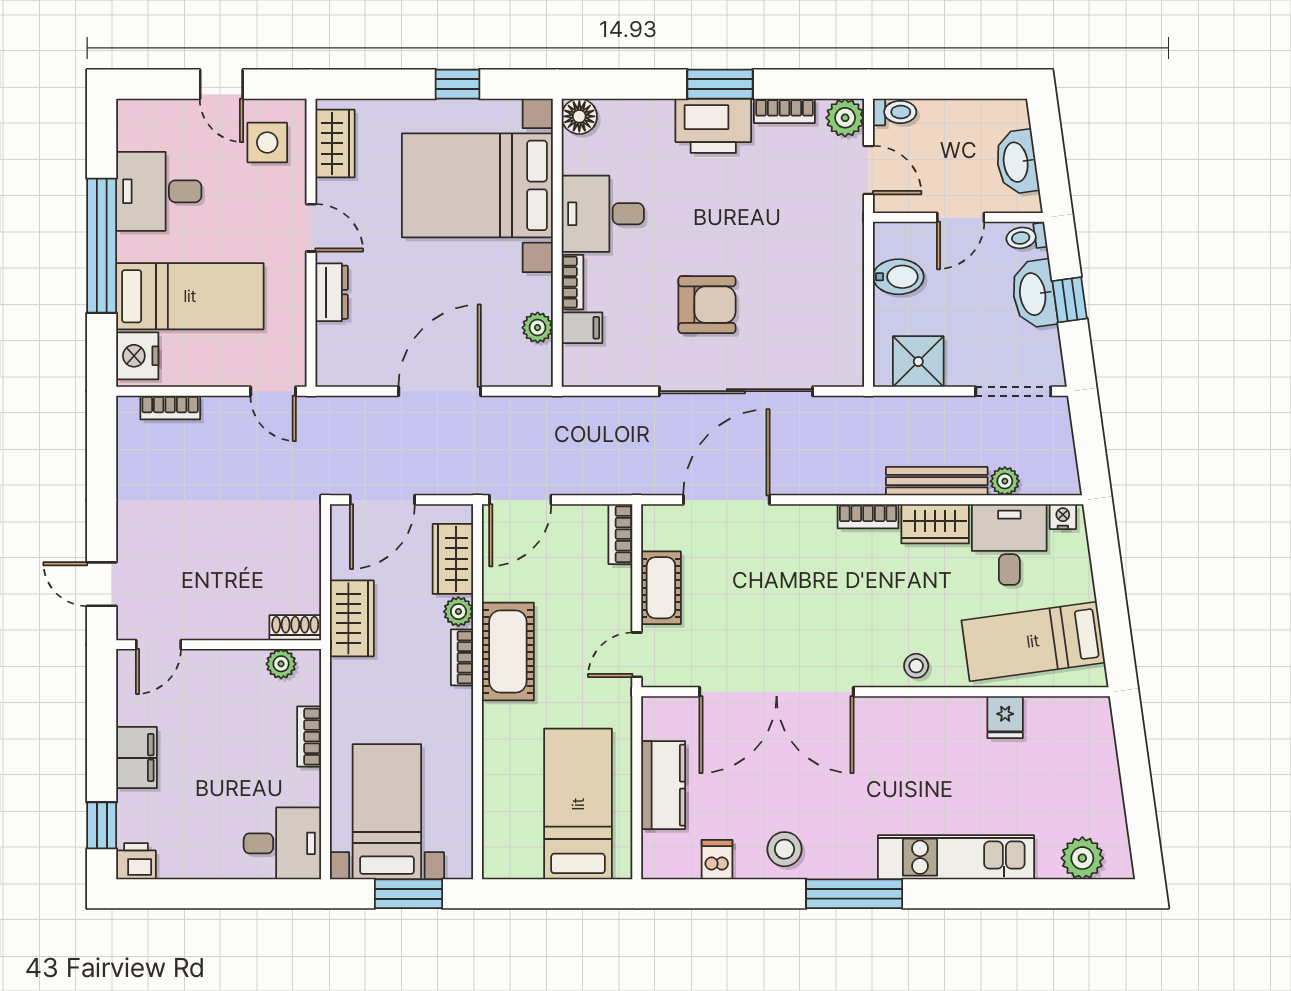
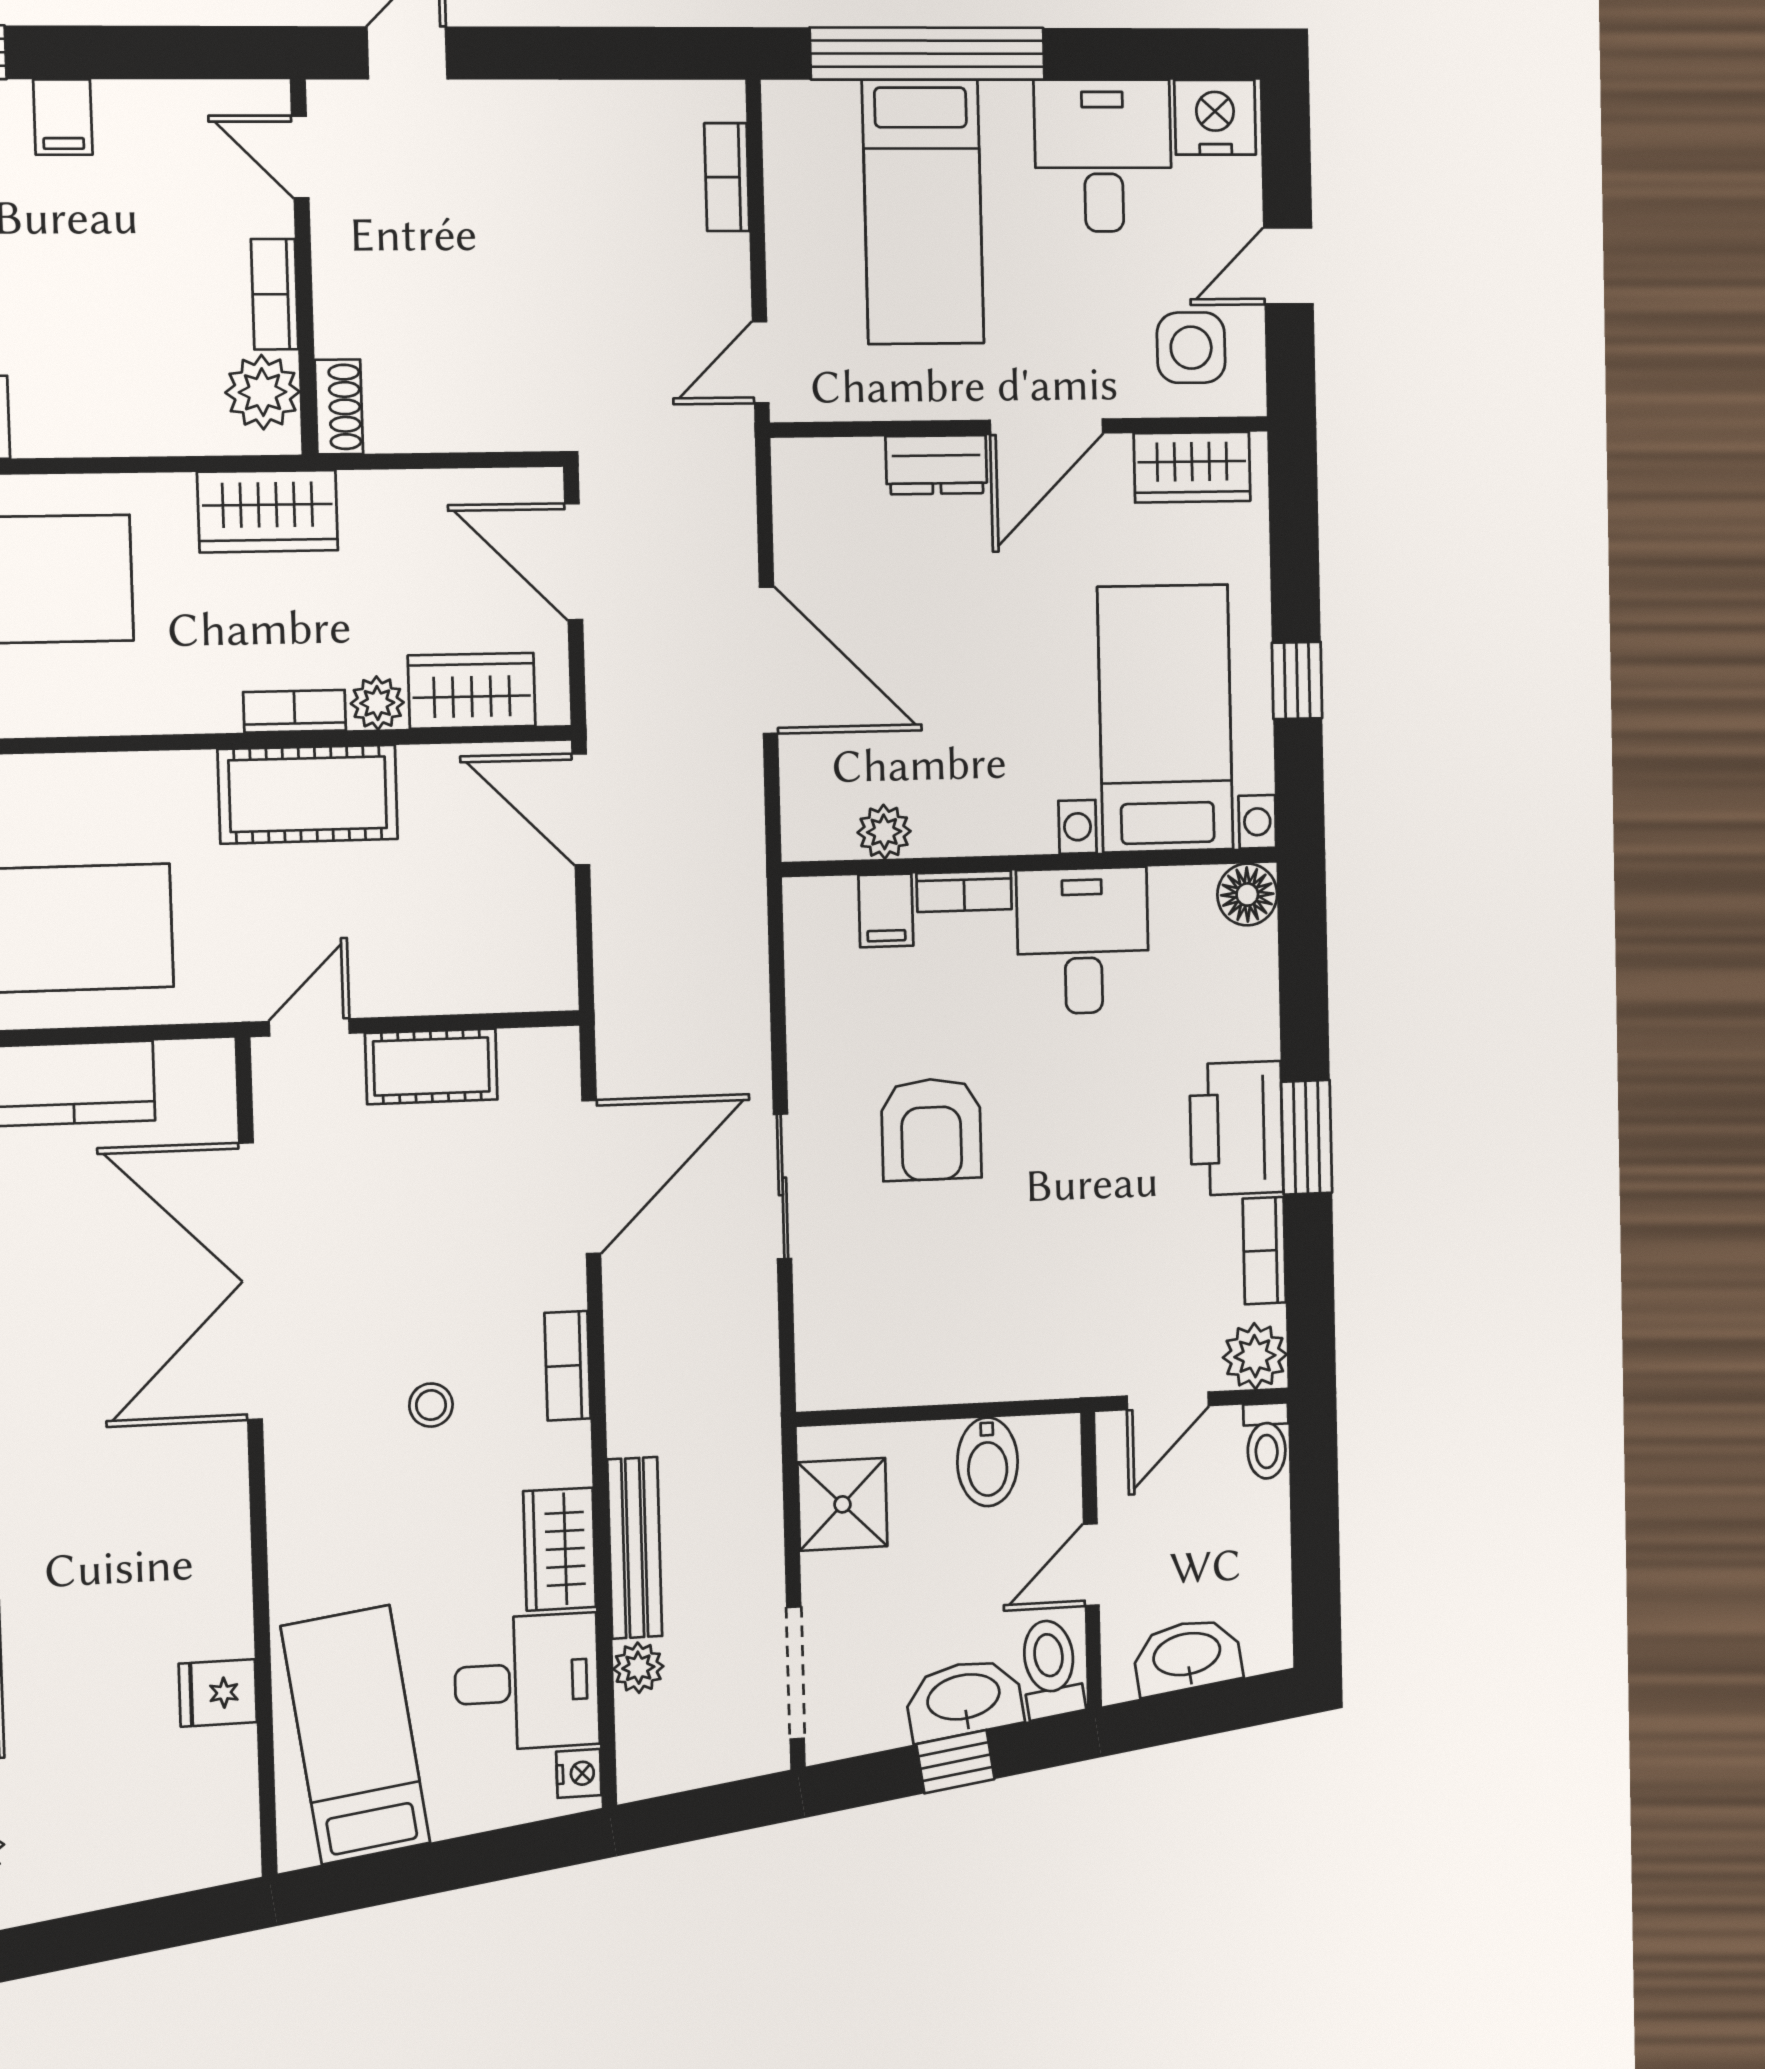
bed with nightstands: (477, 185) -> (1165, 718), width x0.73
door: (961, 217) -> (1091, 1565), hinge flipped
door: (311, 228) -> (1047, 427), width x1.38
toilet: (1026, 237) -> (1051, 1668), width x1.37, depth x1.39
window: (102, 246) -> (928, 54), moved
nightstand: (137, 356) -> (1215, 117), moved
sliding door: (736, 391) -> (783, 1186), width x0.54
door: (726, 500) -> (591, 1177), hinge flipped
bookcase: (868, 516) -> (568, 1366), moved
bookcase: (620, 534) -> (525, 991), removed
wardrobe: (352, 618) -> (268, 511), moved
door: (637, 655) -> (309, 1027), hinge flipped
plant: (281, 664) -> (263, 392), width x1.38, depth x1.38
stool: (916, 666) -> (431, 1405), moved
bookcase: (309, 737) -> (275, 294), moved, turned -90
filing cabinet: (137, 758) -> (63, 117), width x0.50

